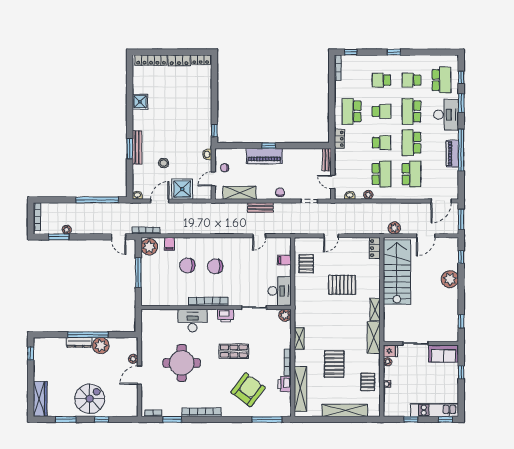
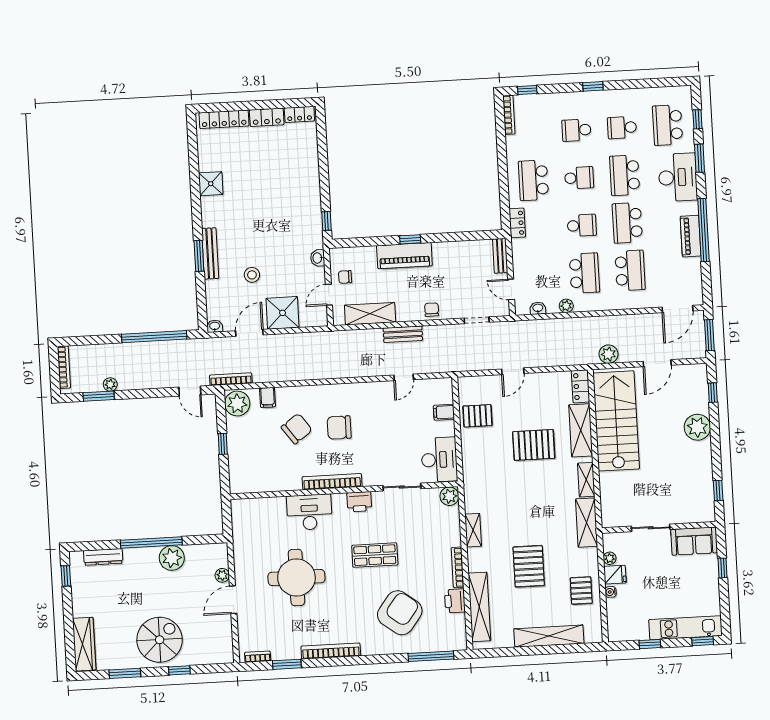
school desk: (441, 80) -> (668, 125), turned 180
pallet: (306, 264) -> (477, 416), turned 90
chair: (187, 265) -> (297, 429), turned 144
window: (138, 273) -> (223, 444), width x0.46
shelving: (373, 277) -> (581, 430), added
dresser: (79, 342) -> (103, 557), moved
fridge: (390, 351) -> (615, 575), moved

